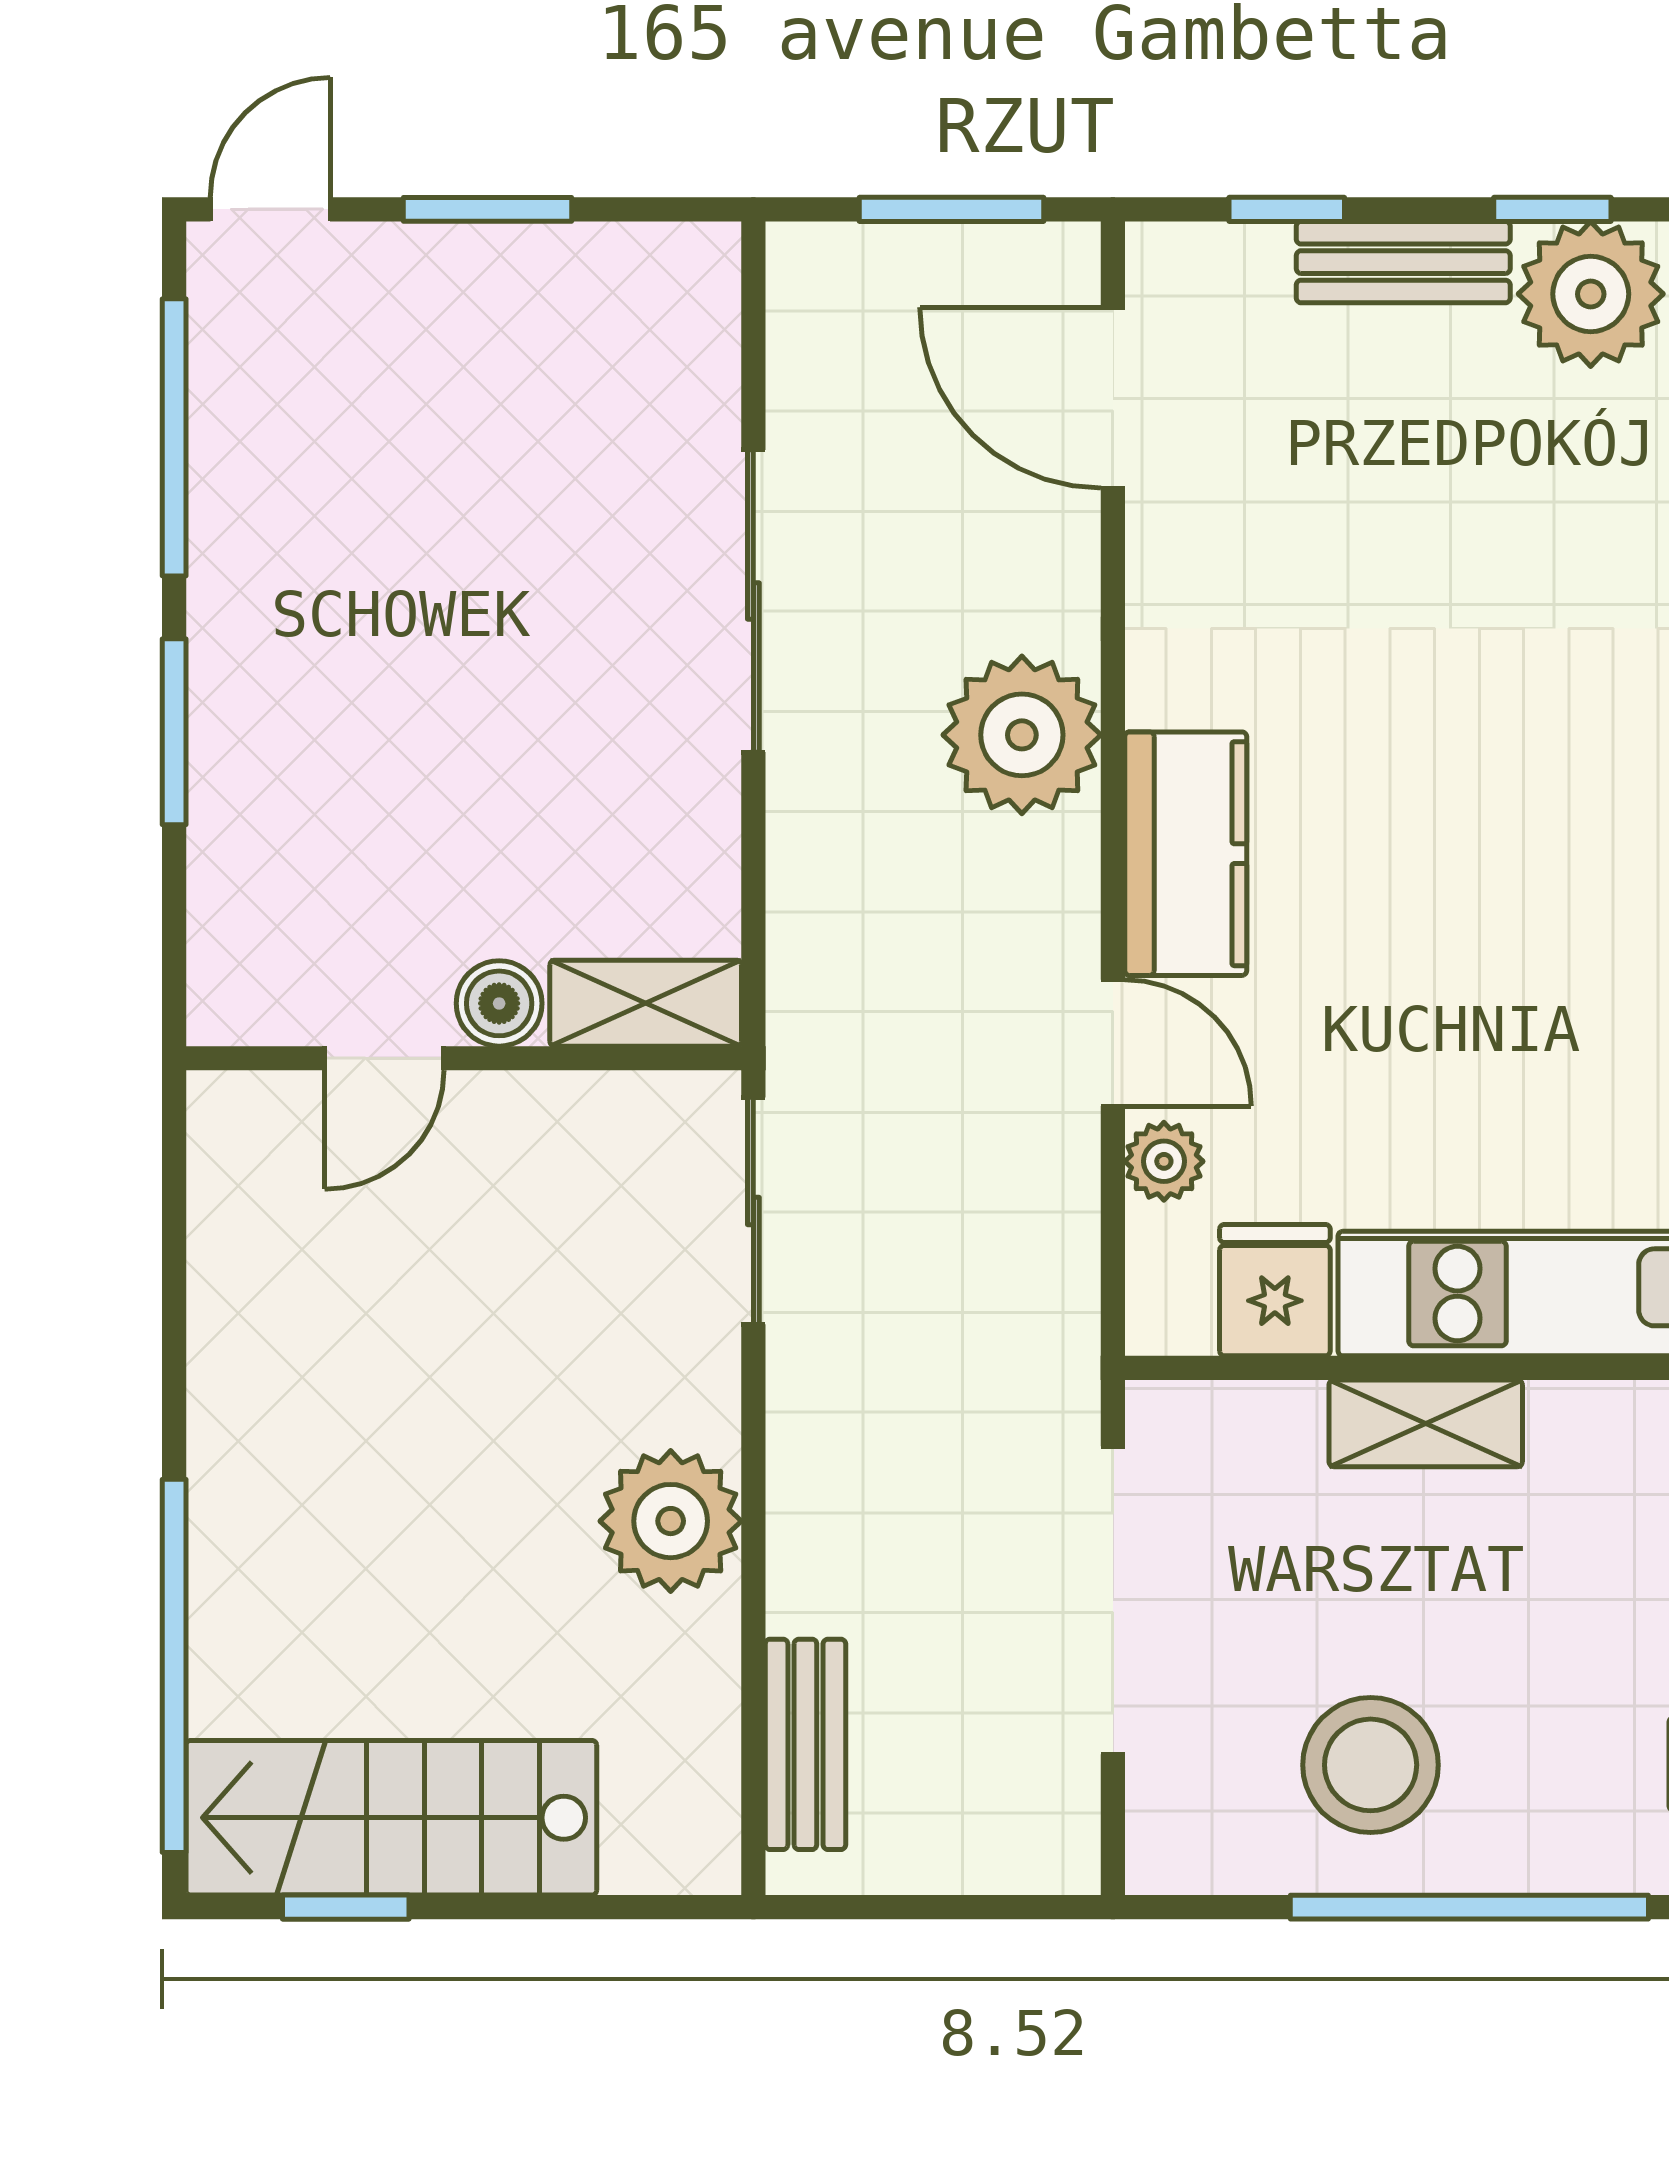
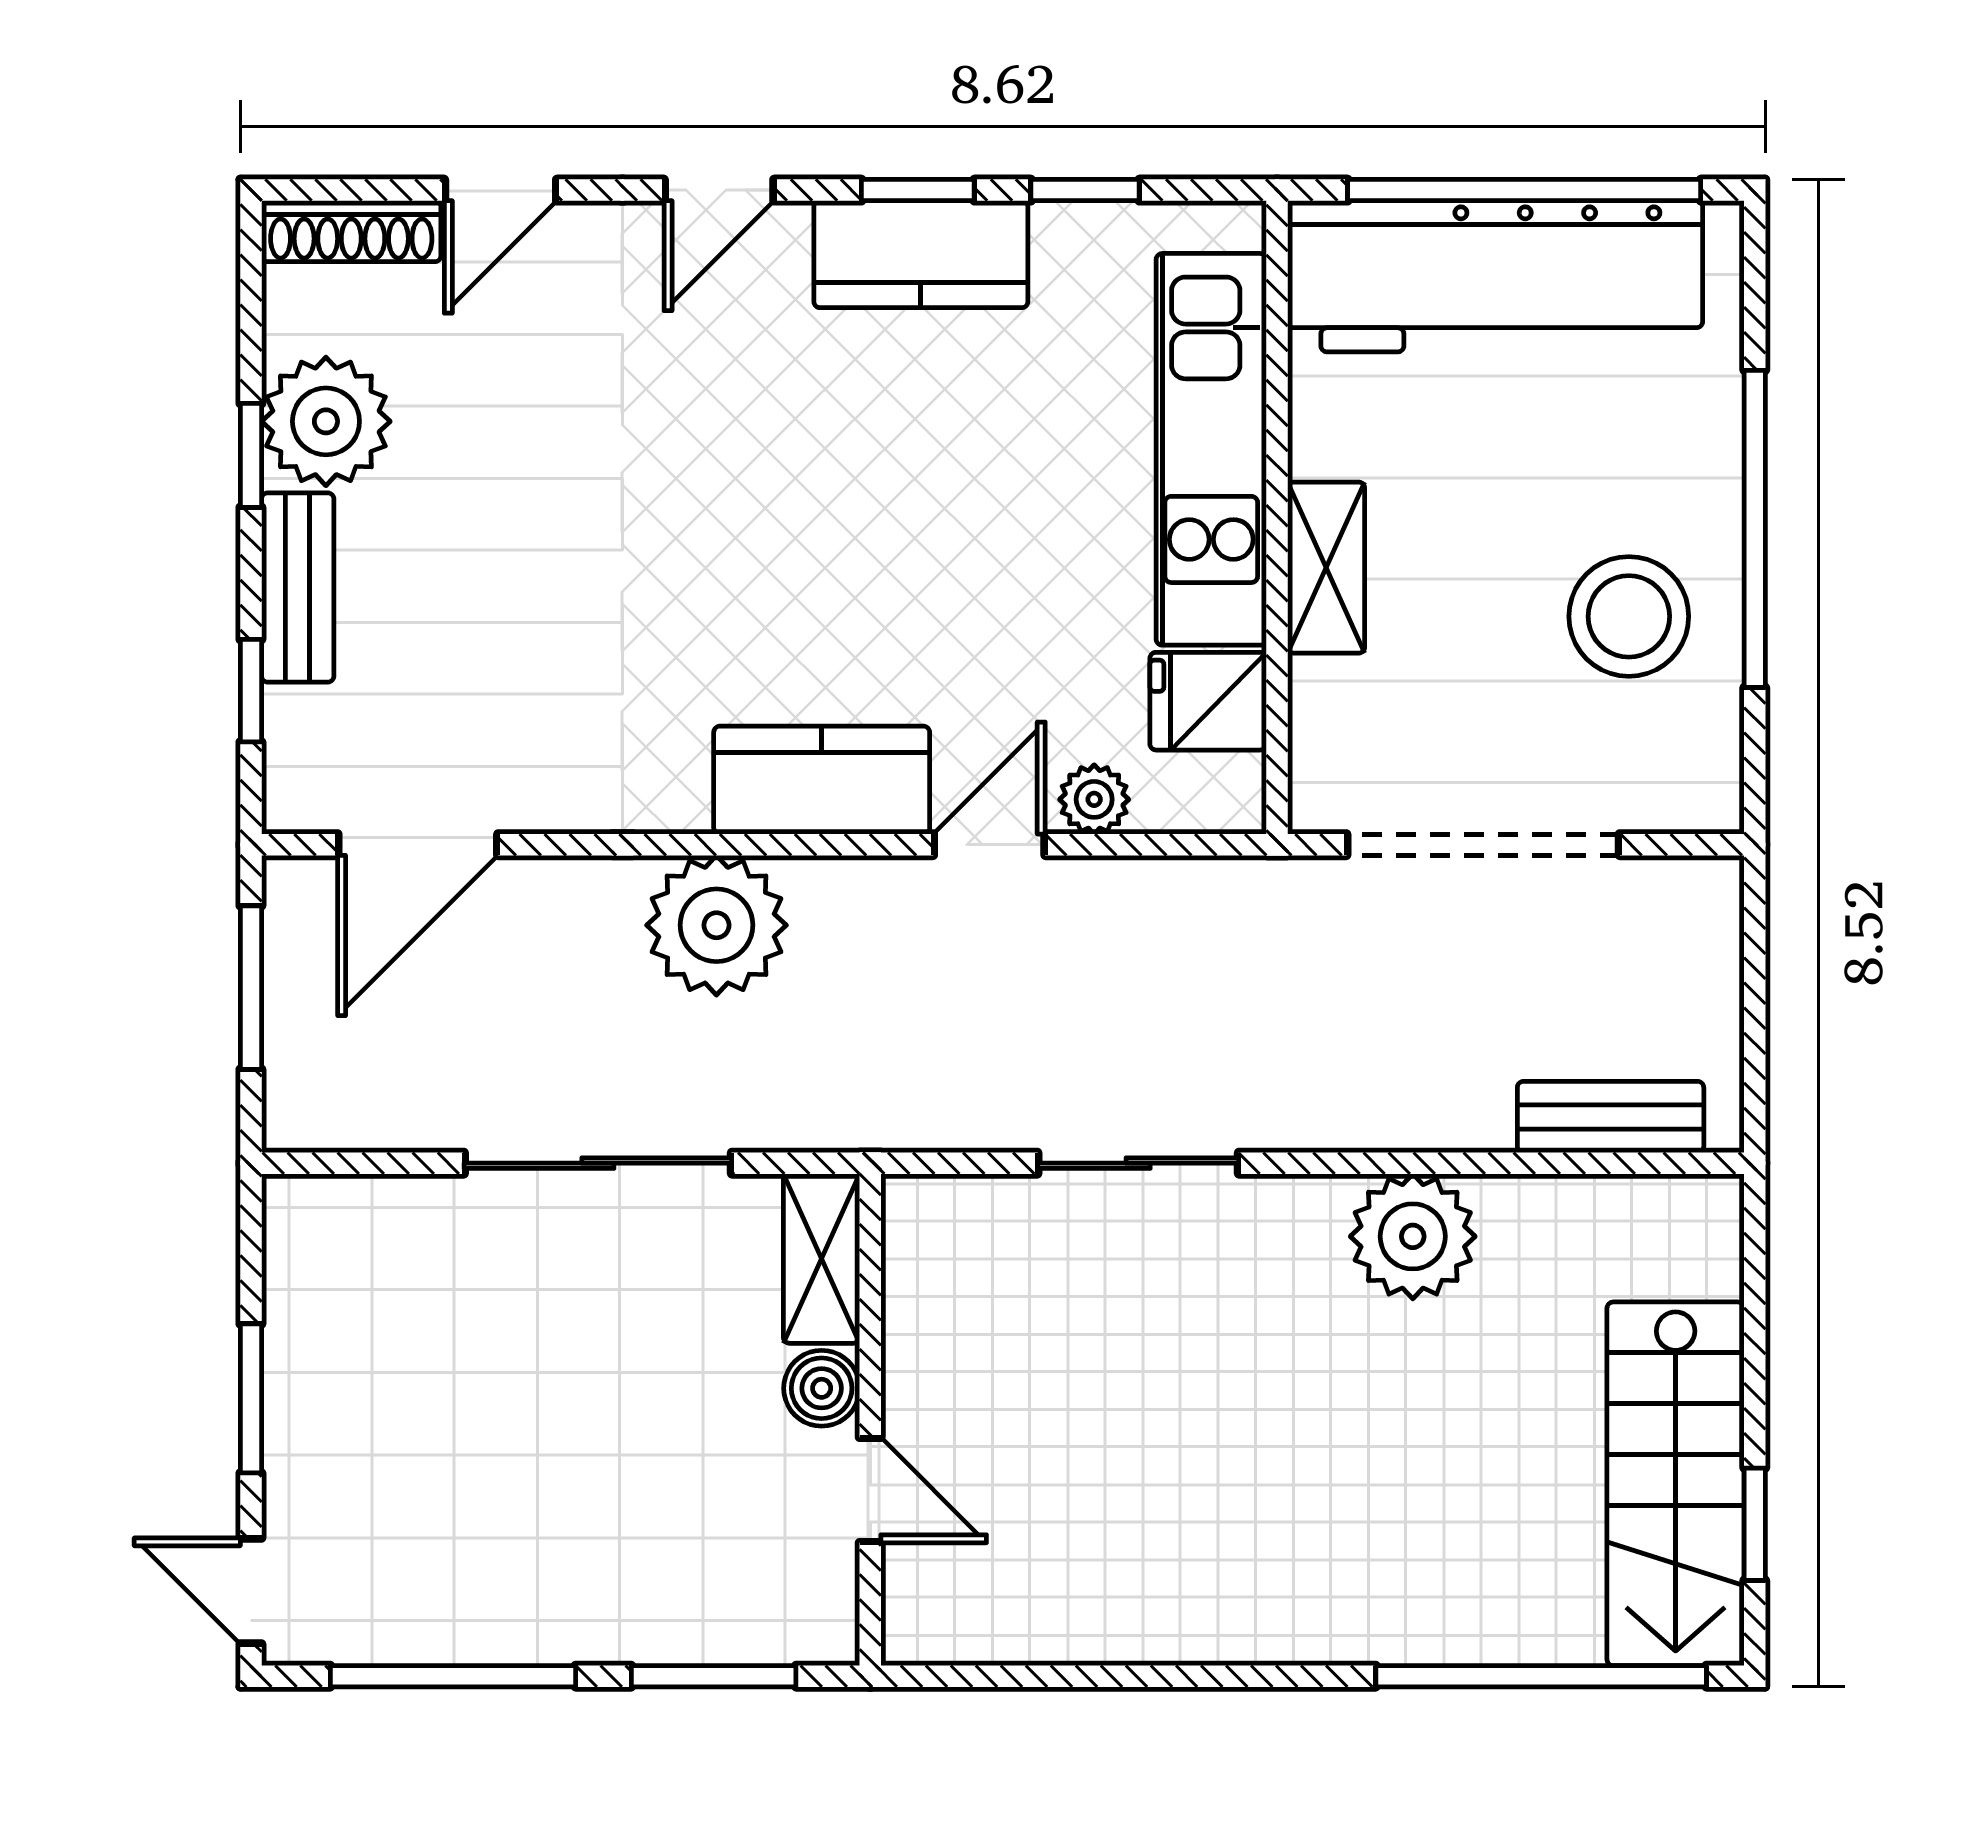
boiler: (499, 1003) -> (822, 1388), moved
shelving: (646, 1003) -> (821, 1259), moved
door: (384, 1058) -> (870, 1490), moved
wall: (464, 1058) -> (870, 1420), moved

